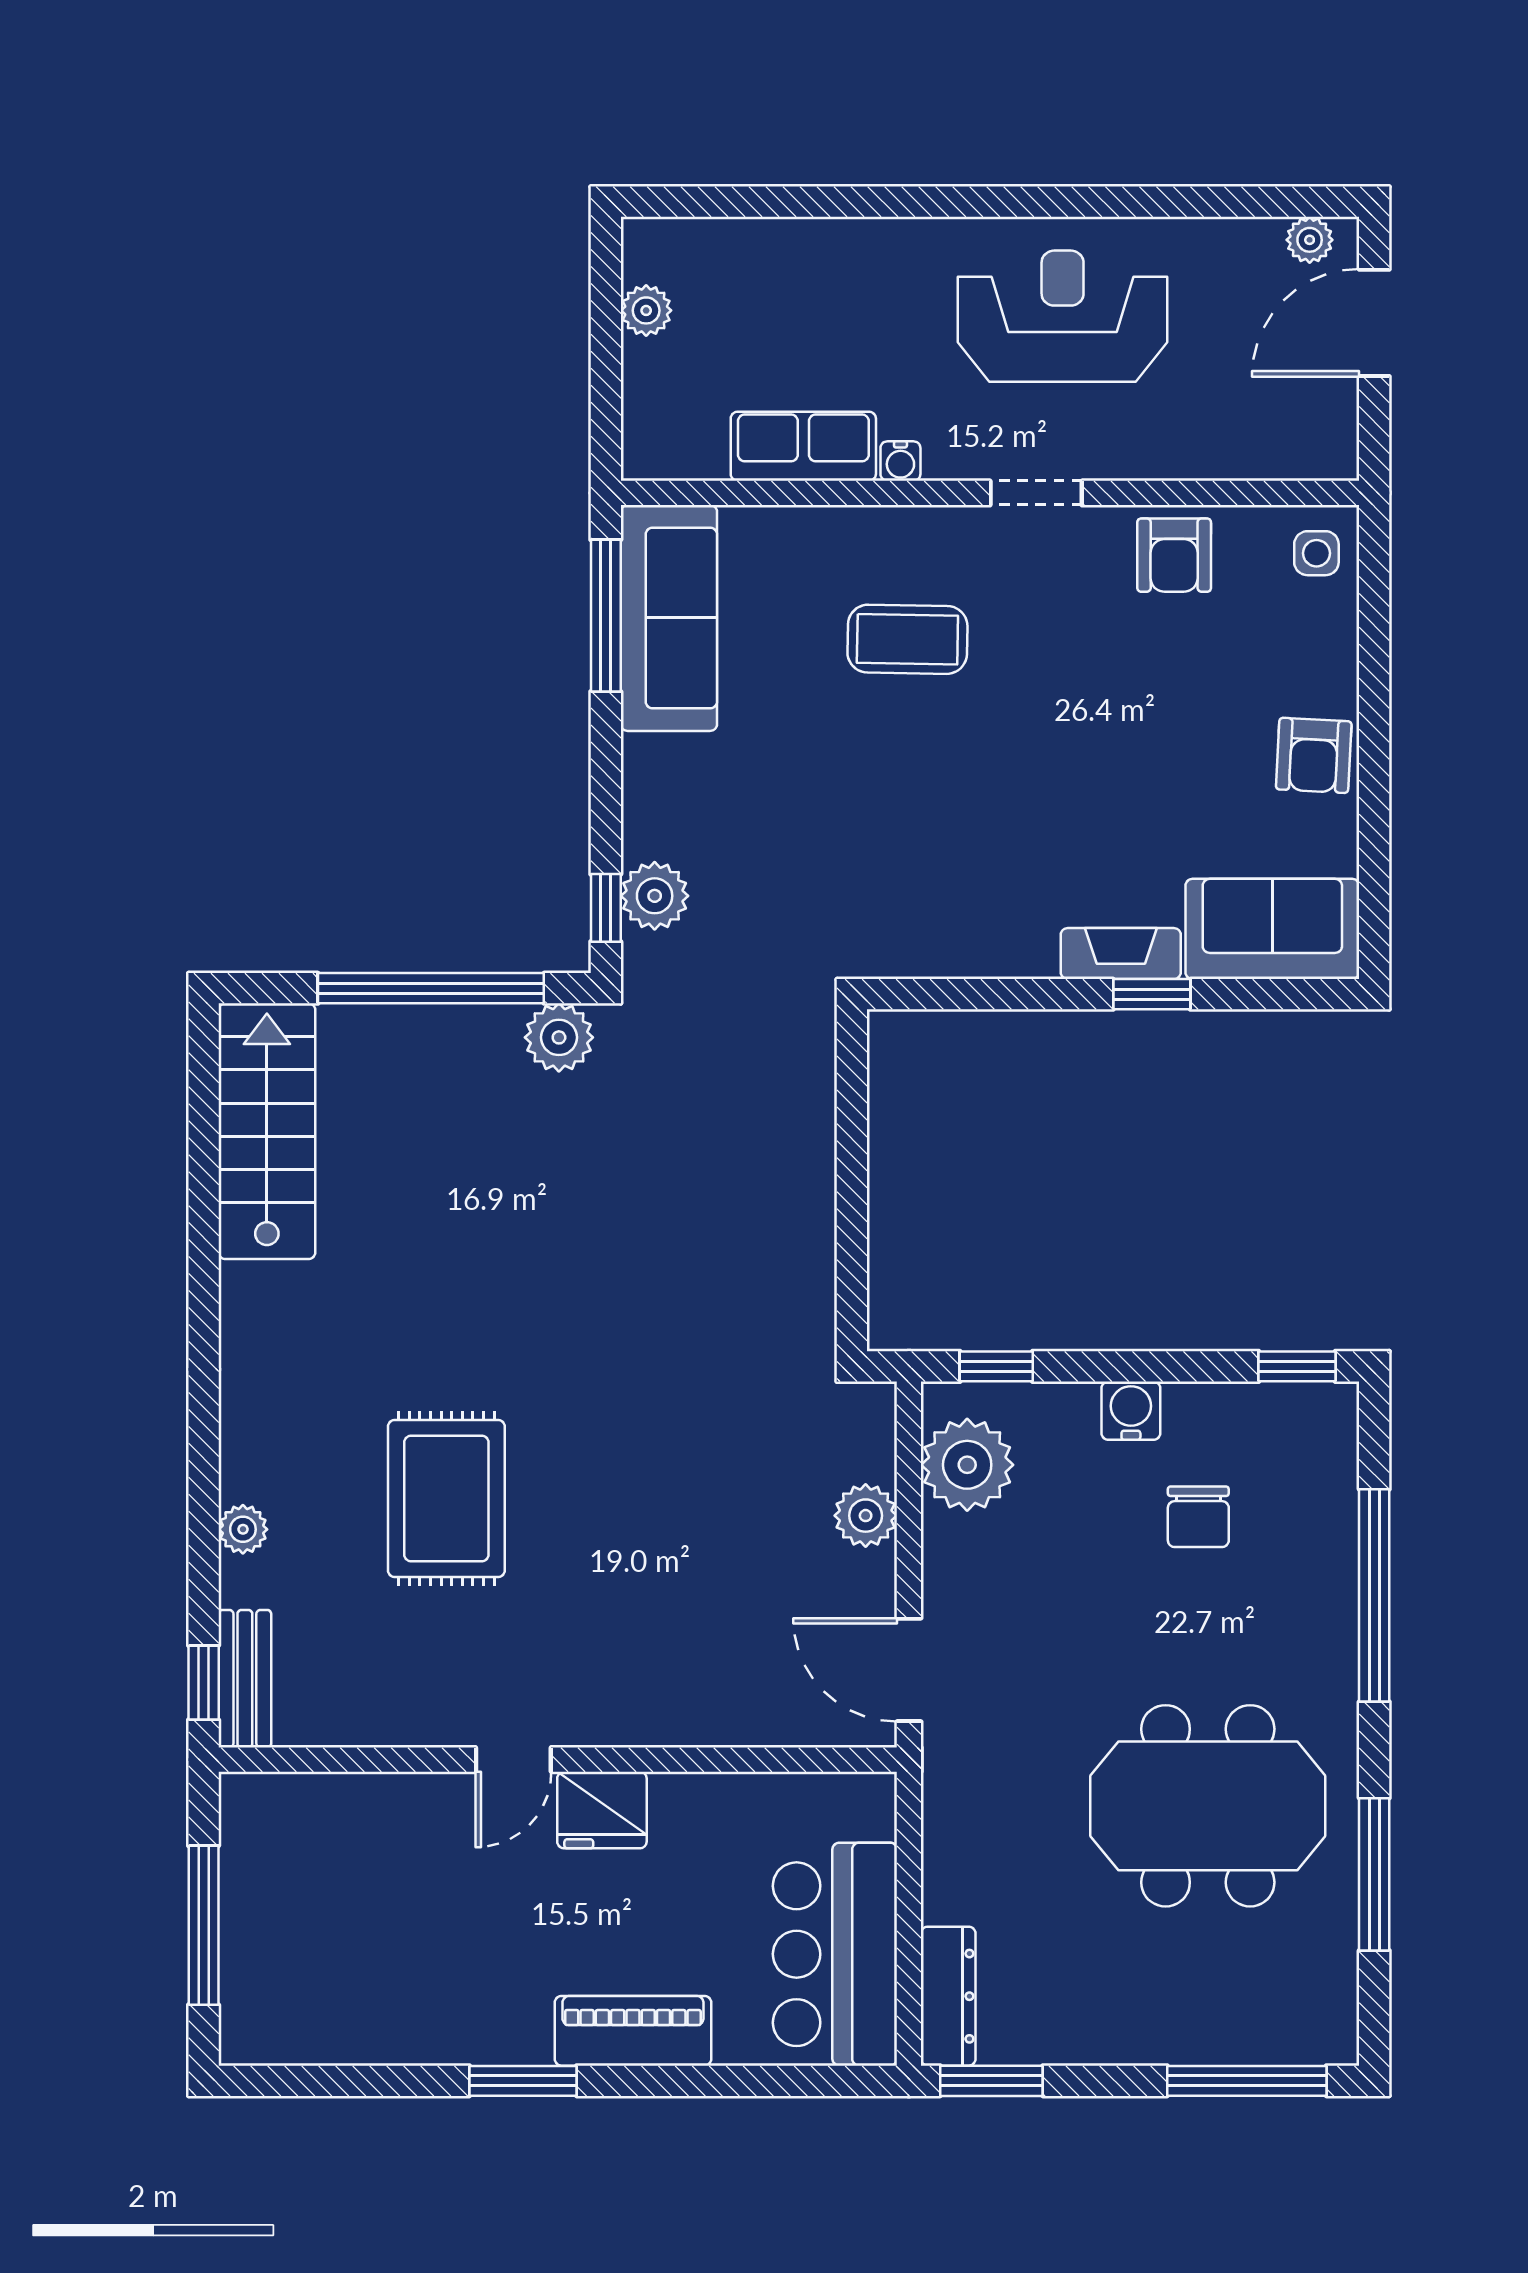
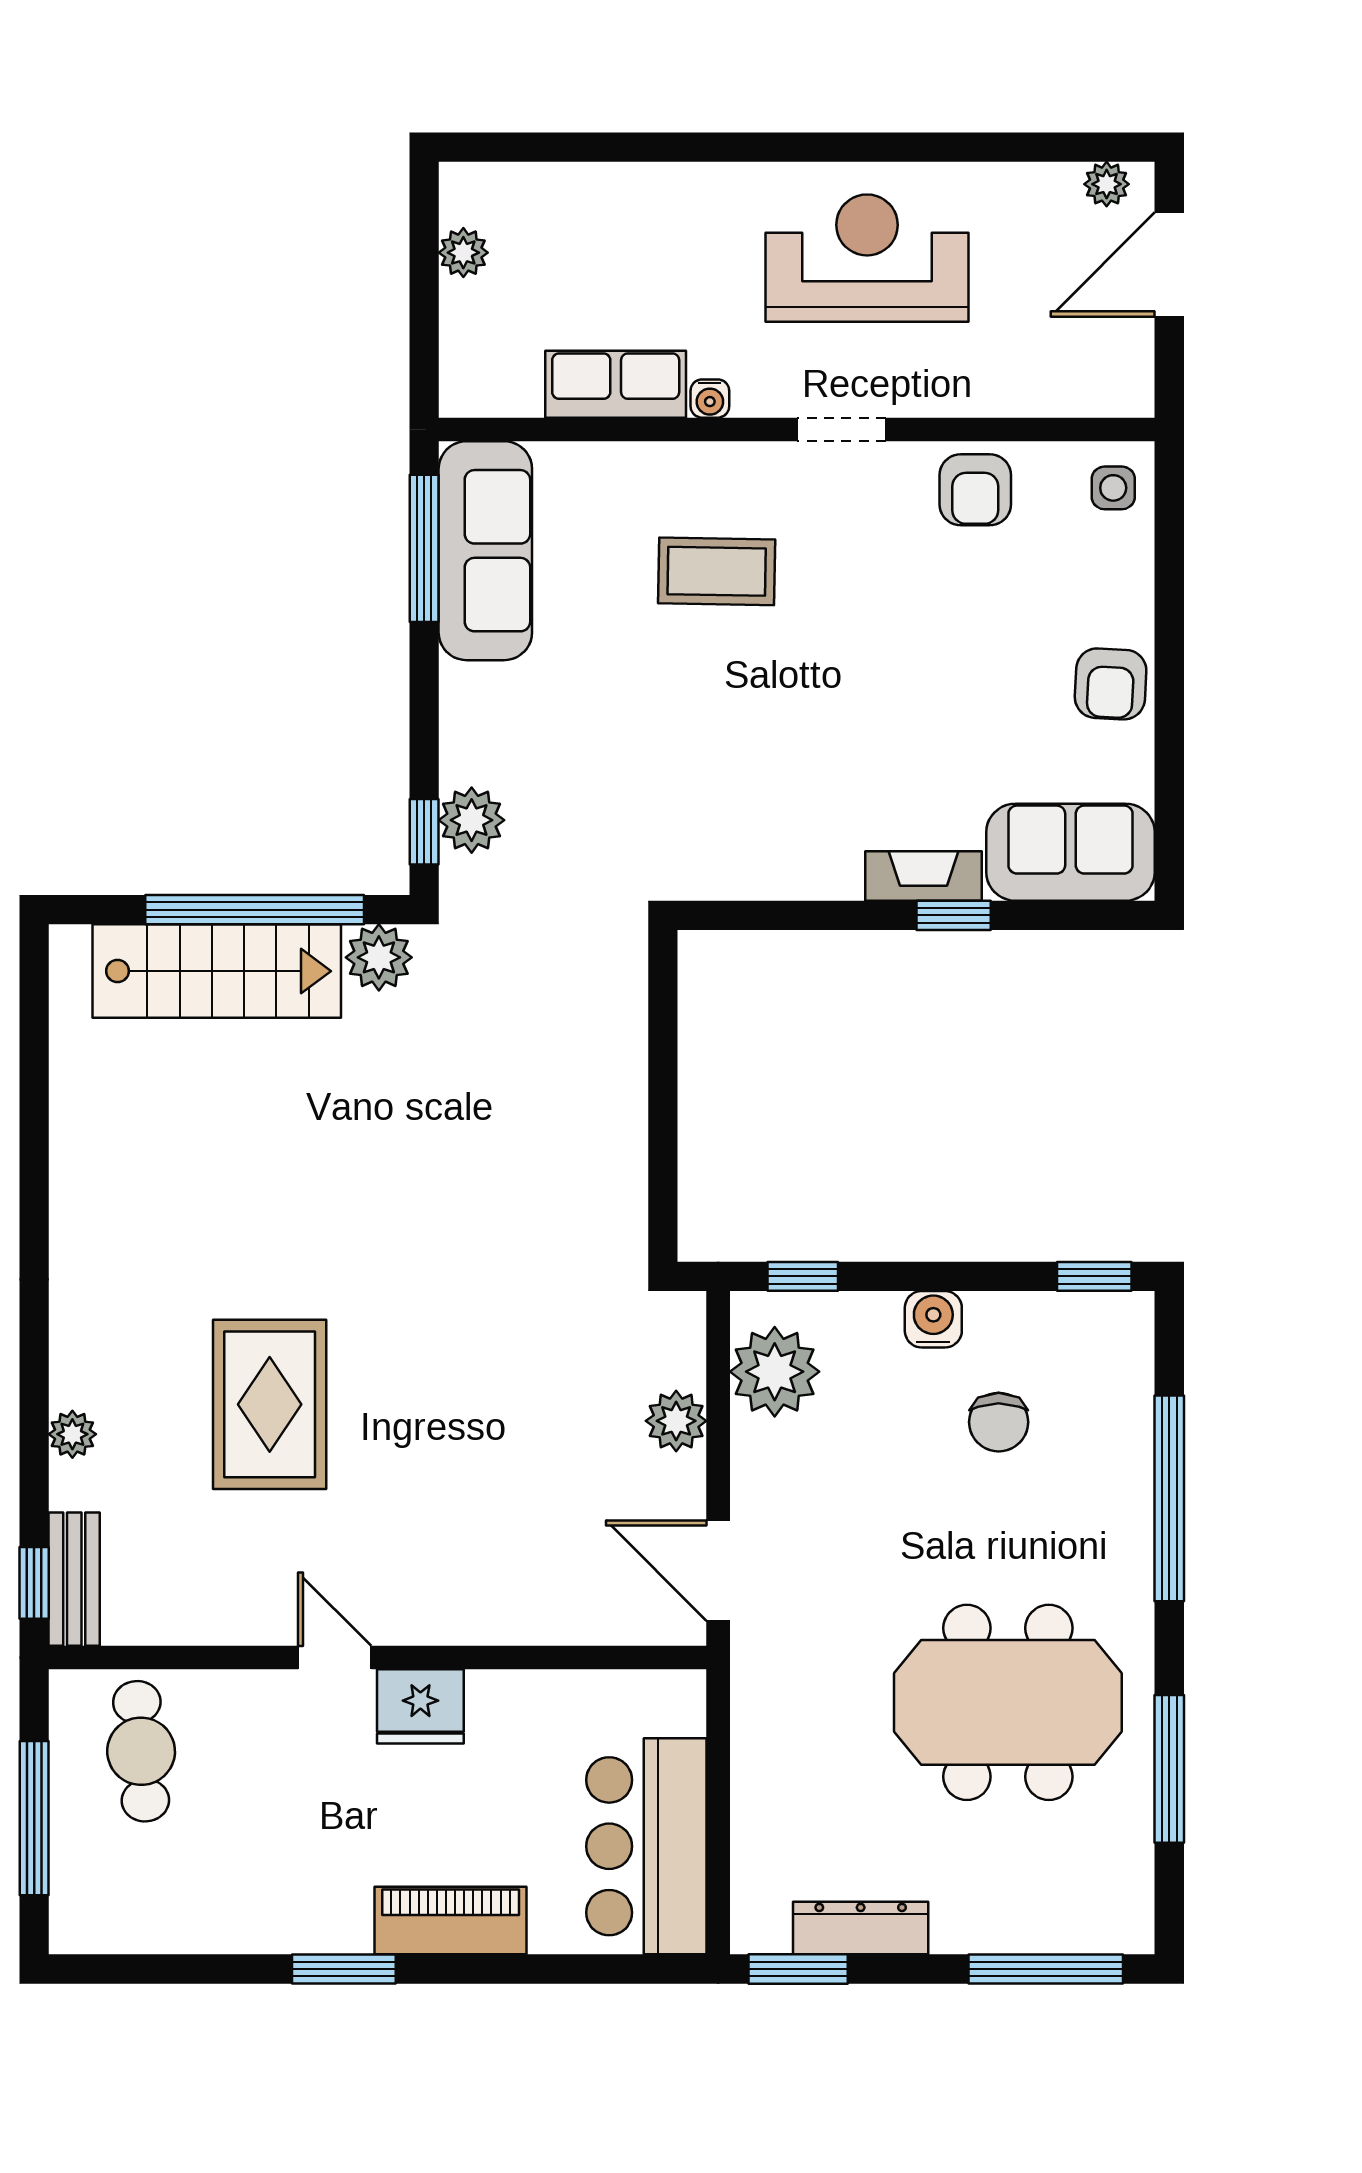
stairs: (267, 1131) -> (217, 971), moved, turned 90
door: (513, 1760) -> (335, 1658), swing flipped
cafe table: (314, 1856) -> (141, 1751), added
dresser: (948, 1996) -> (861, 1928), moved, turned -90

